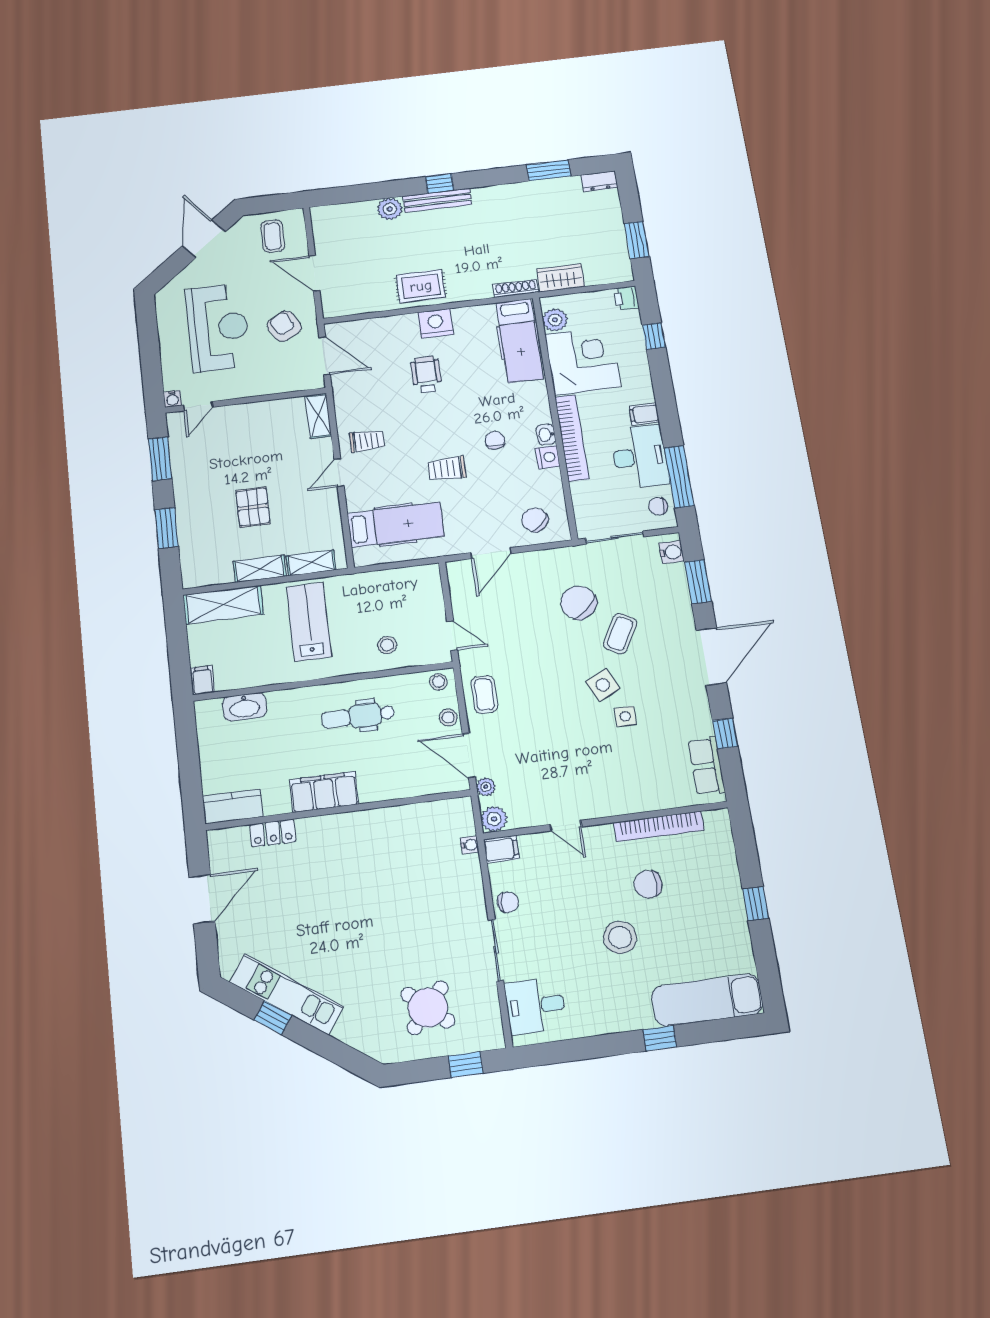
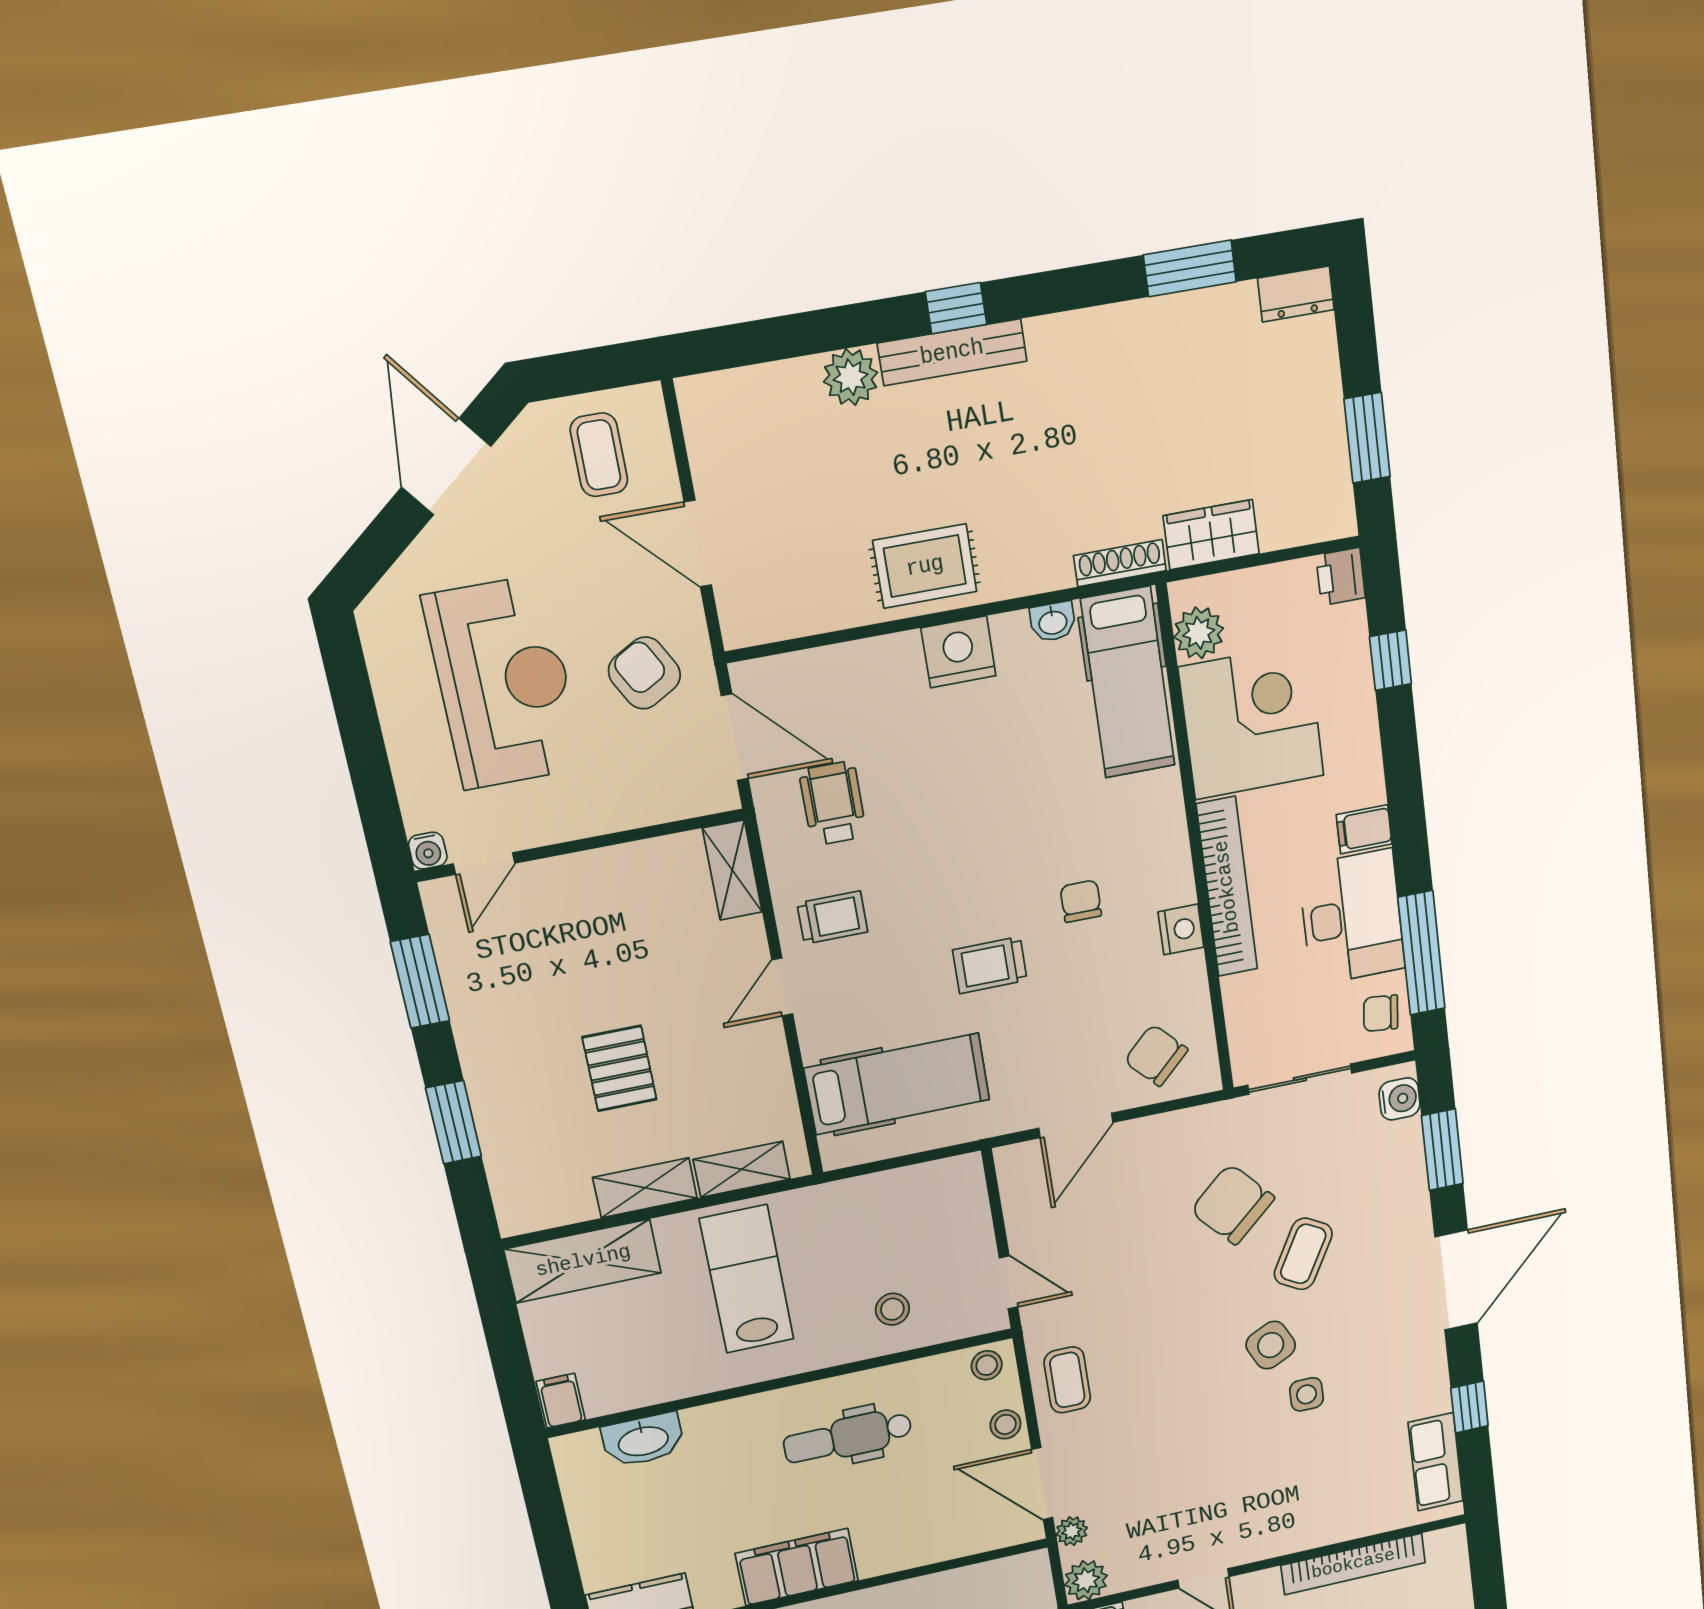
wheelchair: (426, 375) -> (833, 803), moved
washbasin: (546, 435) -> (1053, 622), moved, turned -90

